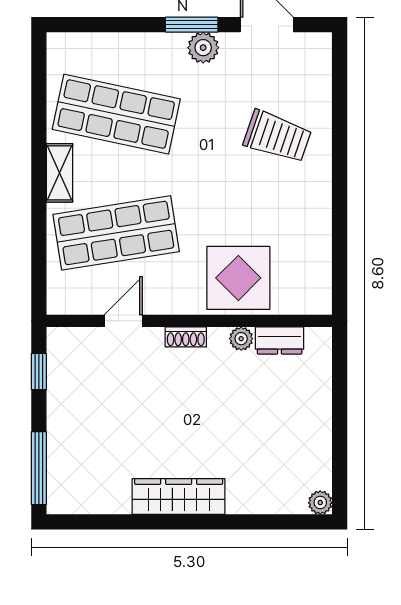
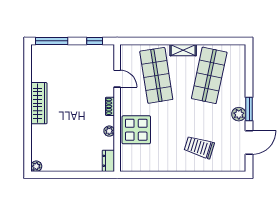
trolley: (277, 136) -> (199, 147), turned 88
dresser: (280, 340) -> (108, 161), moved

